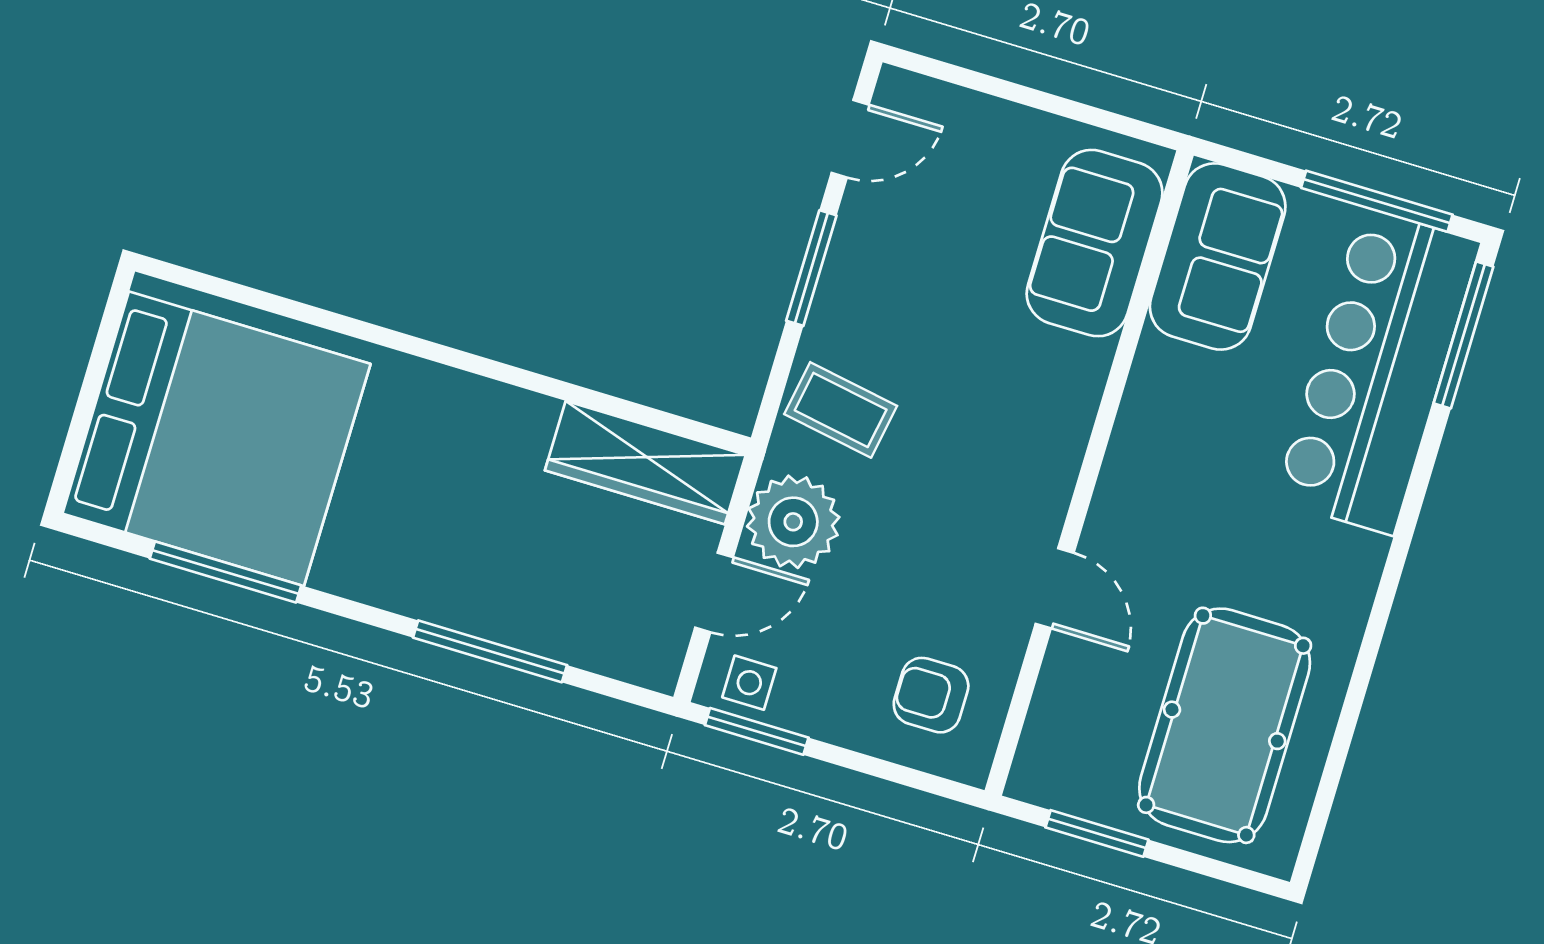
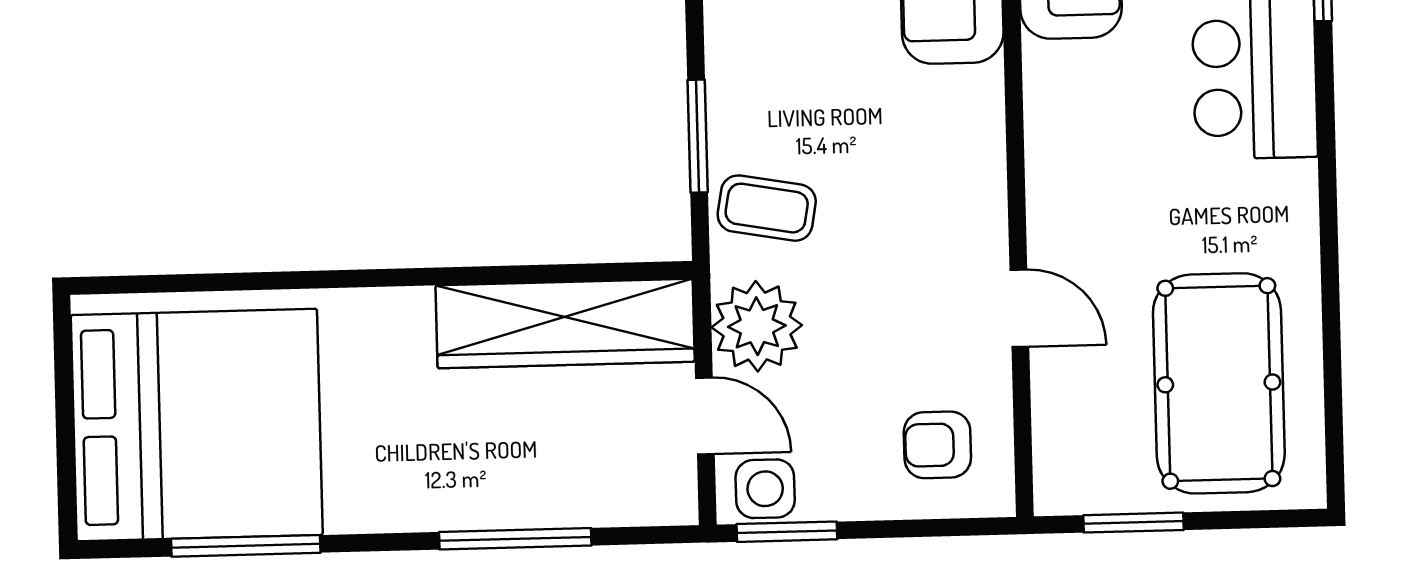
window: (811, 268) -> (698, 136), moved
wardrobe: (645, 463) -> (565, 323), width x1.40, depth x1.17
door: (714, 592) -> (705, 416), hinge flipped
side table: (749, 683) -> (765, 489), width x1.37, depth x1.37

